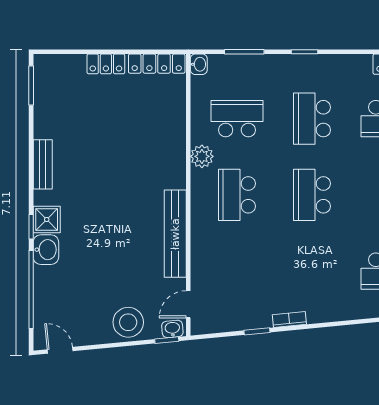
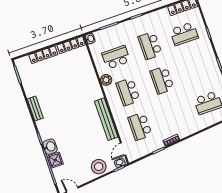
locker: (106, 64) -> (43, 55), width x1.53
shower: (47, 220) -> (55, 160), moved
school desk: (237, 271) -> (140, 126), added

